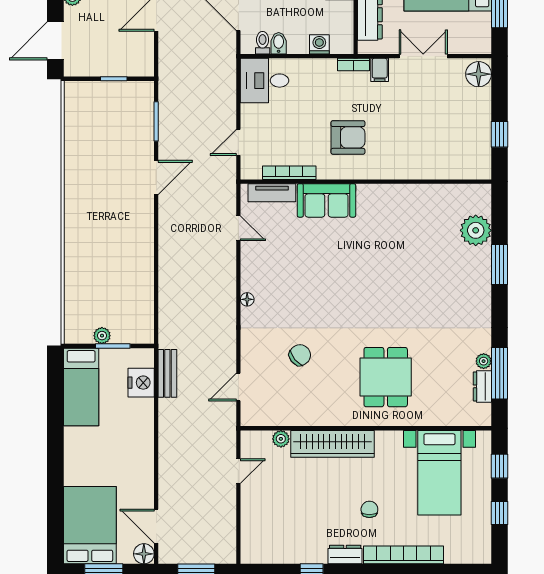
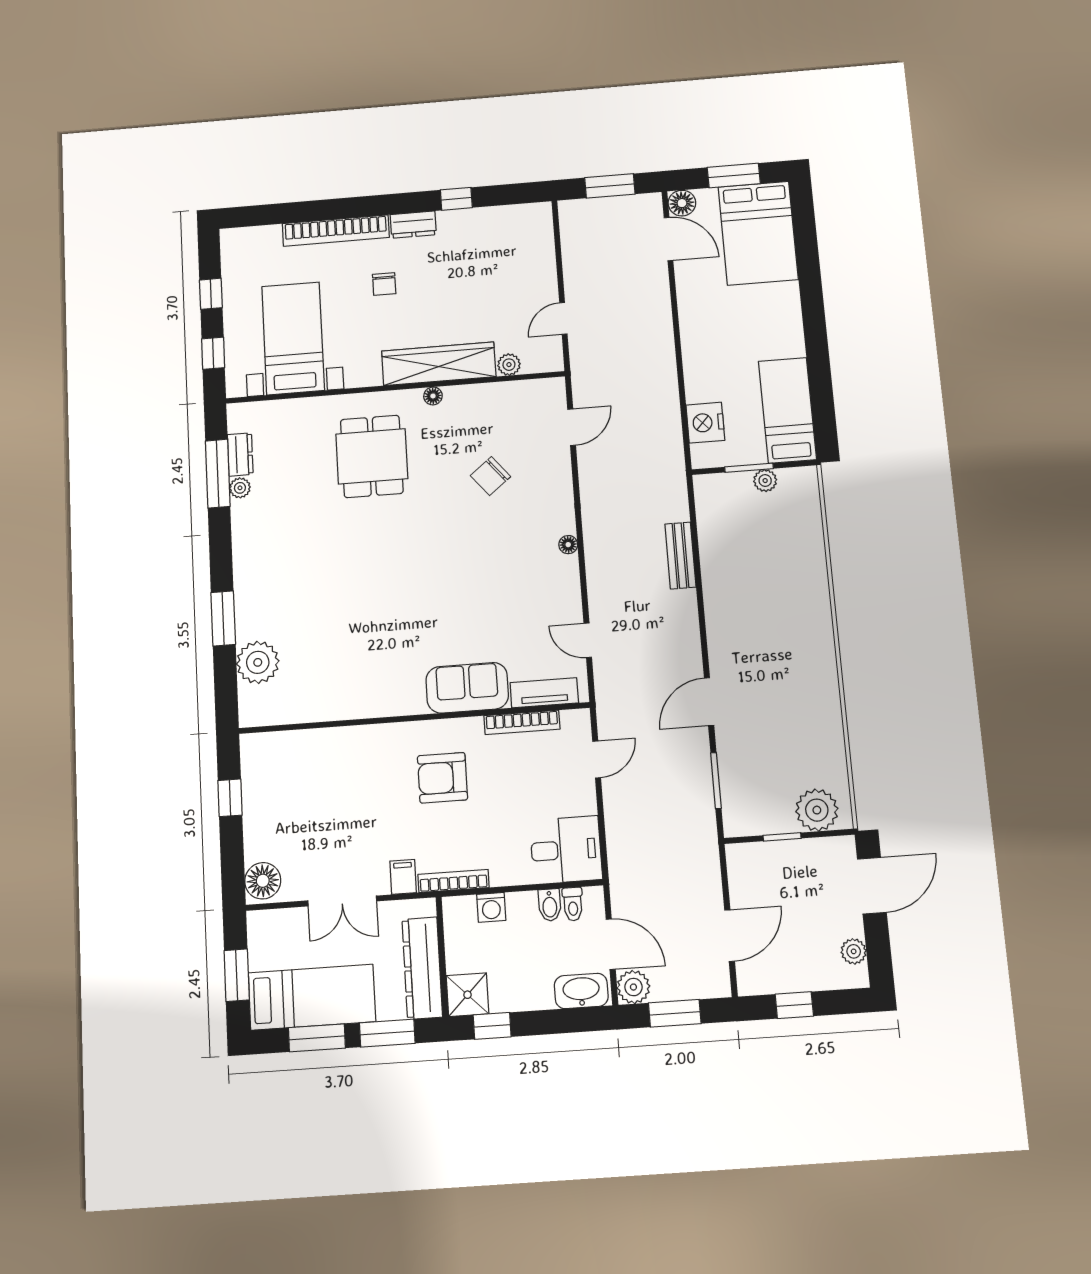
bookcase: (353, 65) -> (453, 881), width x1.56
plant: (88, 96) -> (817, 810), added
bench: (167, 373) -> (680, 555), moved
floor lamp: (338, 419) -> (433, 396), added

